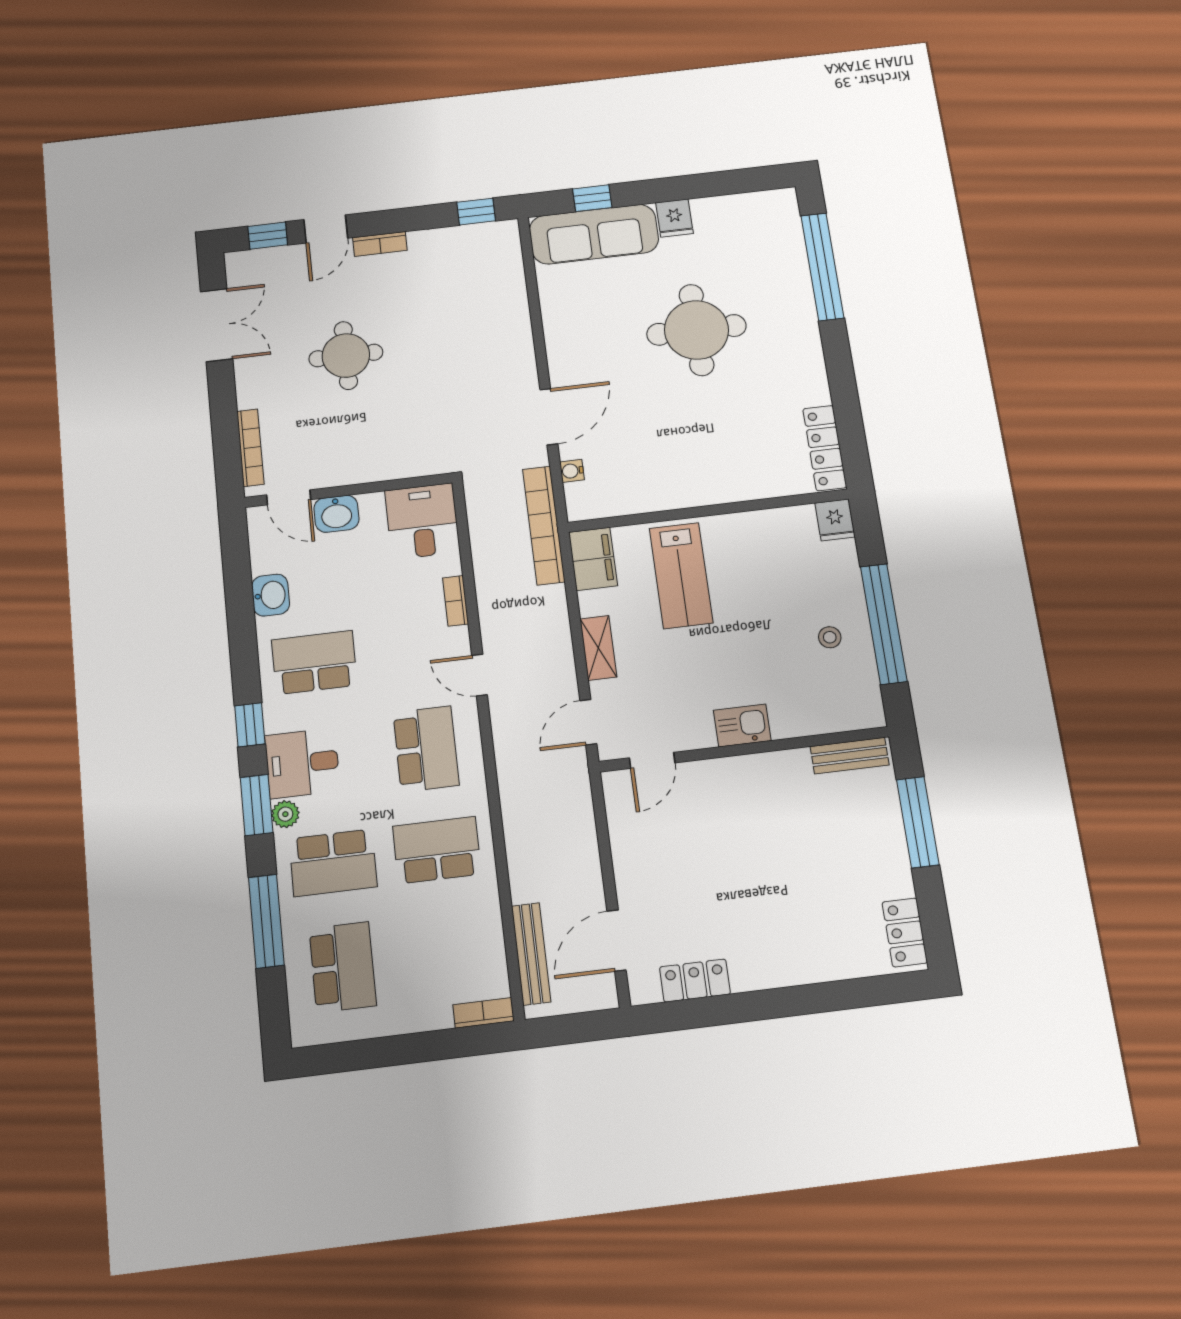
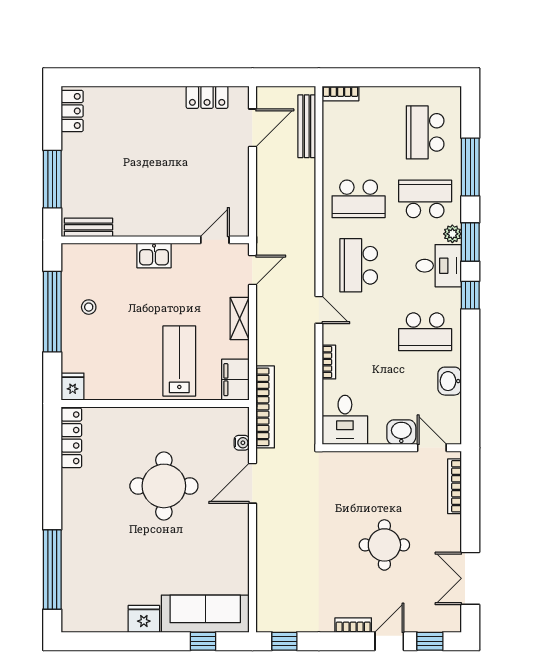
fridge: (674, 218) -> (144, 619), width x1.38
round table: (696, 330) -> (164, 486), moved

